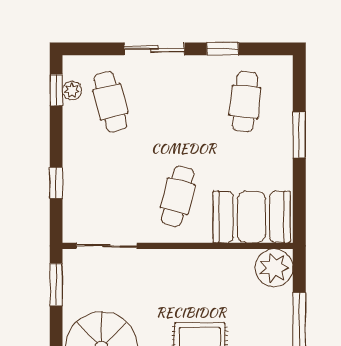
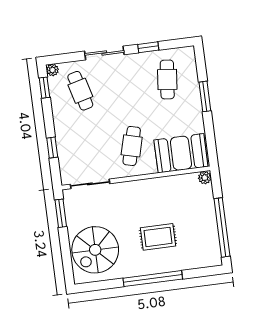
plant: (72, 90) -> (52, 70), moved
plant: (274, 268) -> (205, 178), width x0.53, depth x0.53

